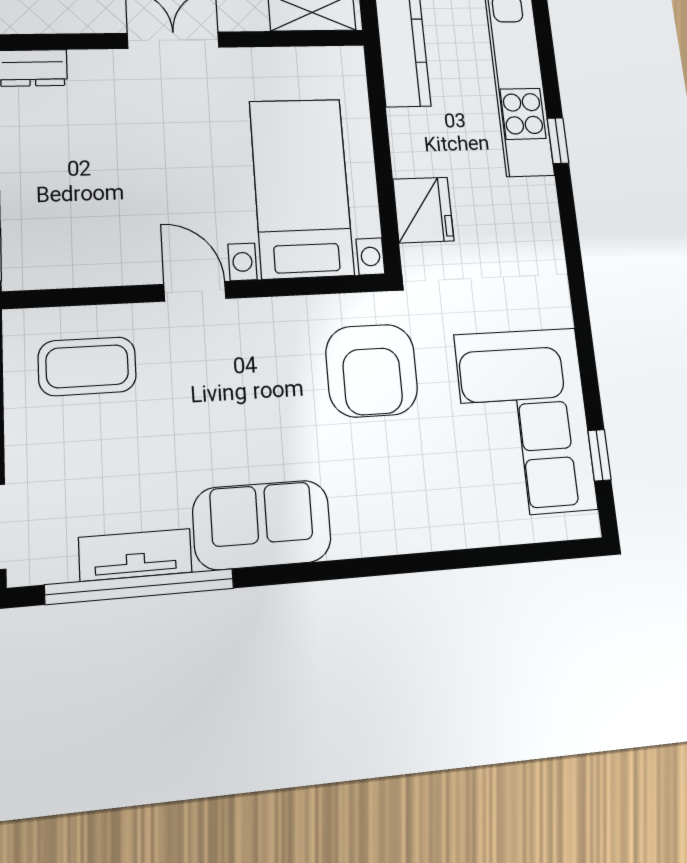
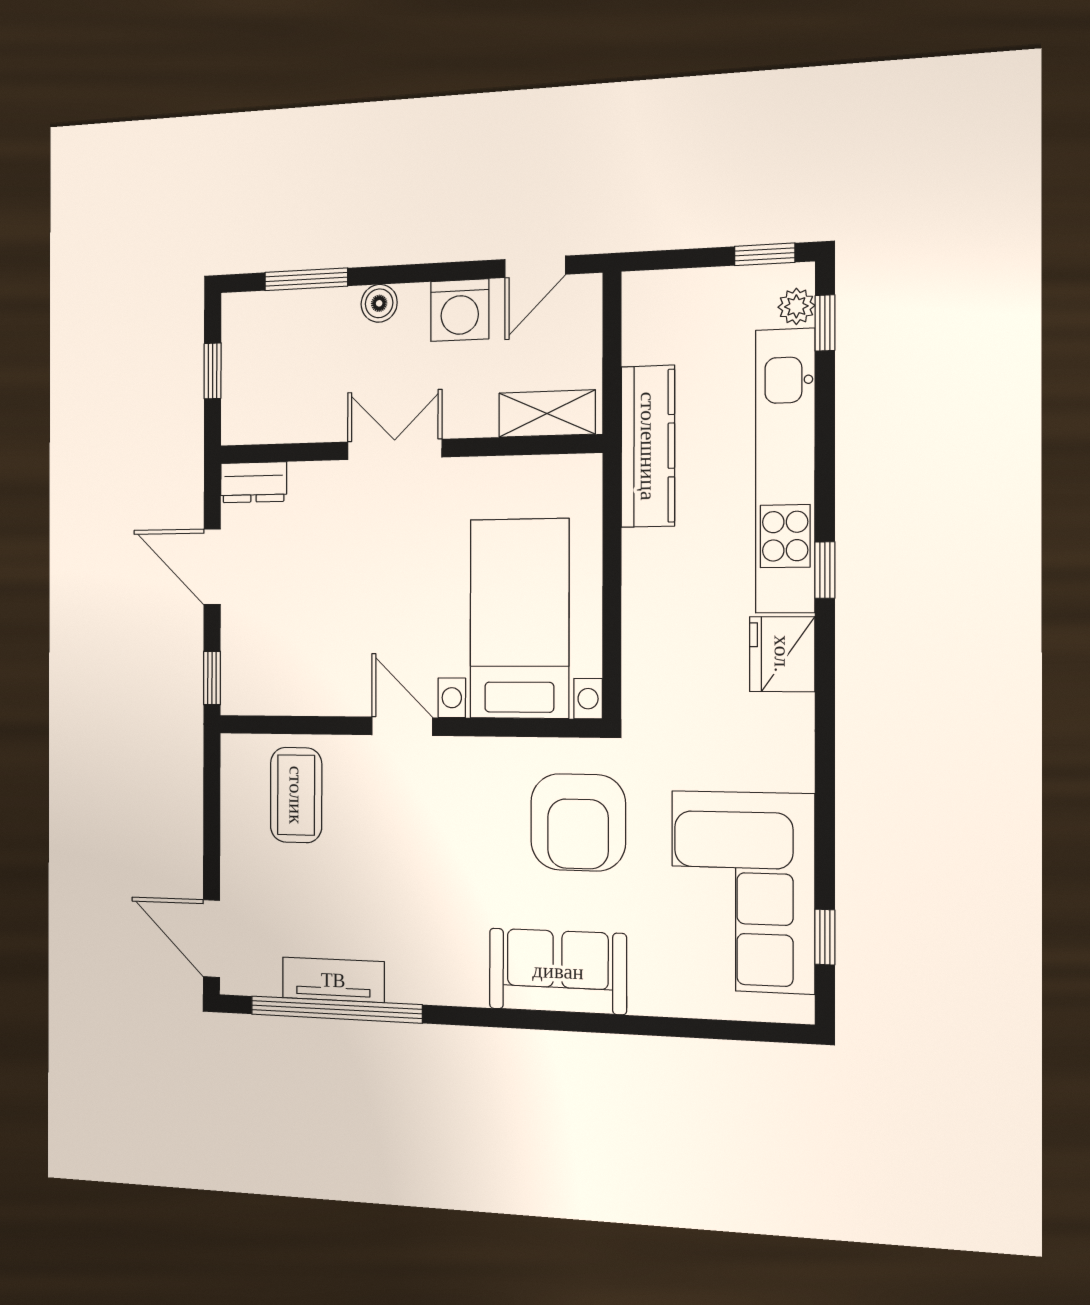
fridge: (423, 210) -> (782, 654), moved, turned 180
coffee table: (87, 366) -> (296, 795), turned 90
sofa: (262, 525) -> (558, 971), moved

